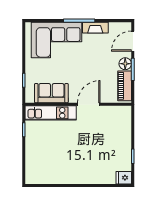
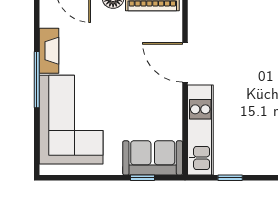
sofa: (51, 93) -> (153, 158), moved, turned 90

